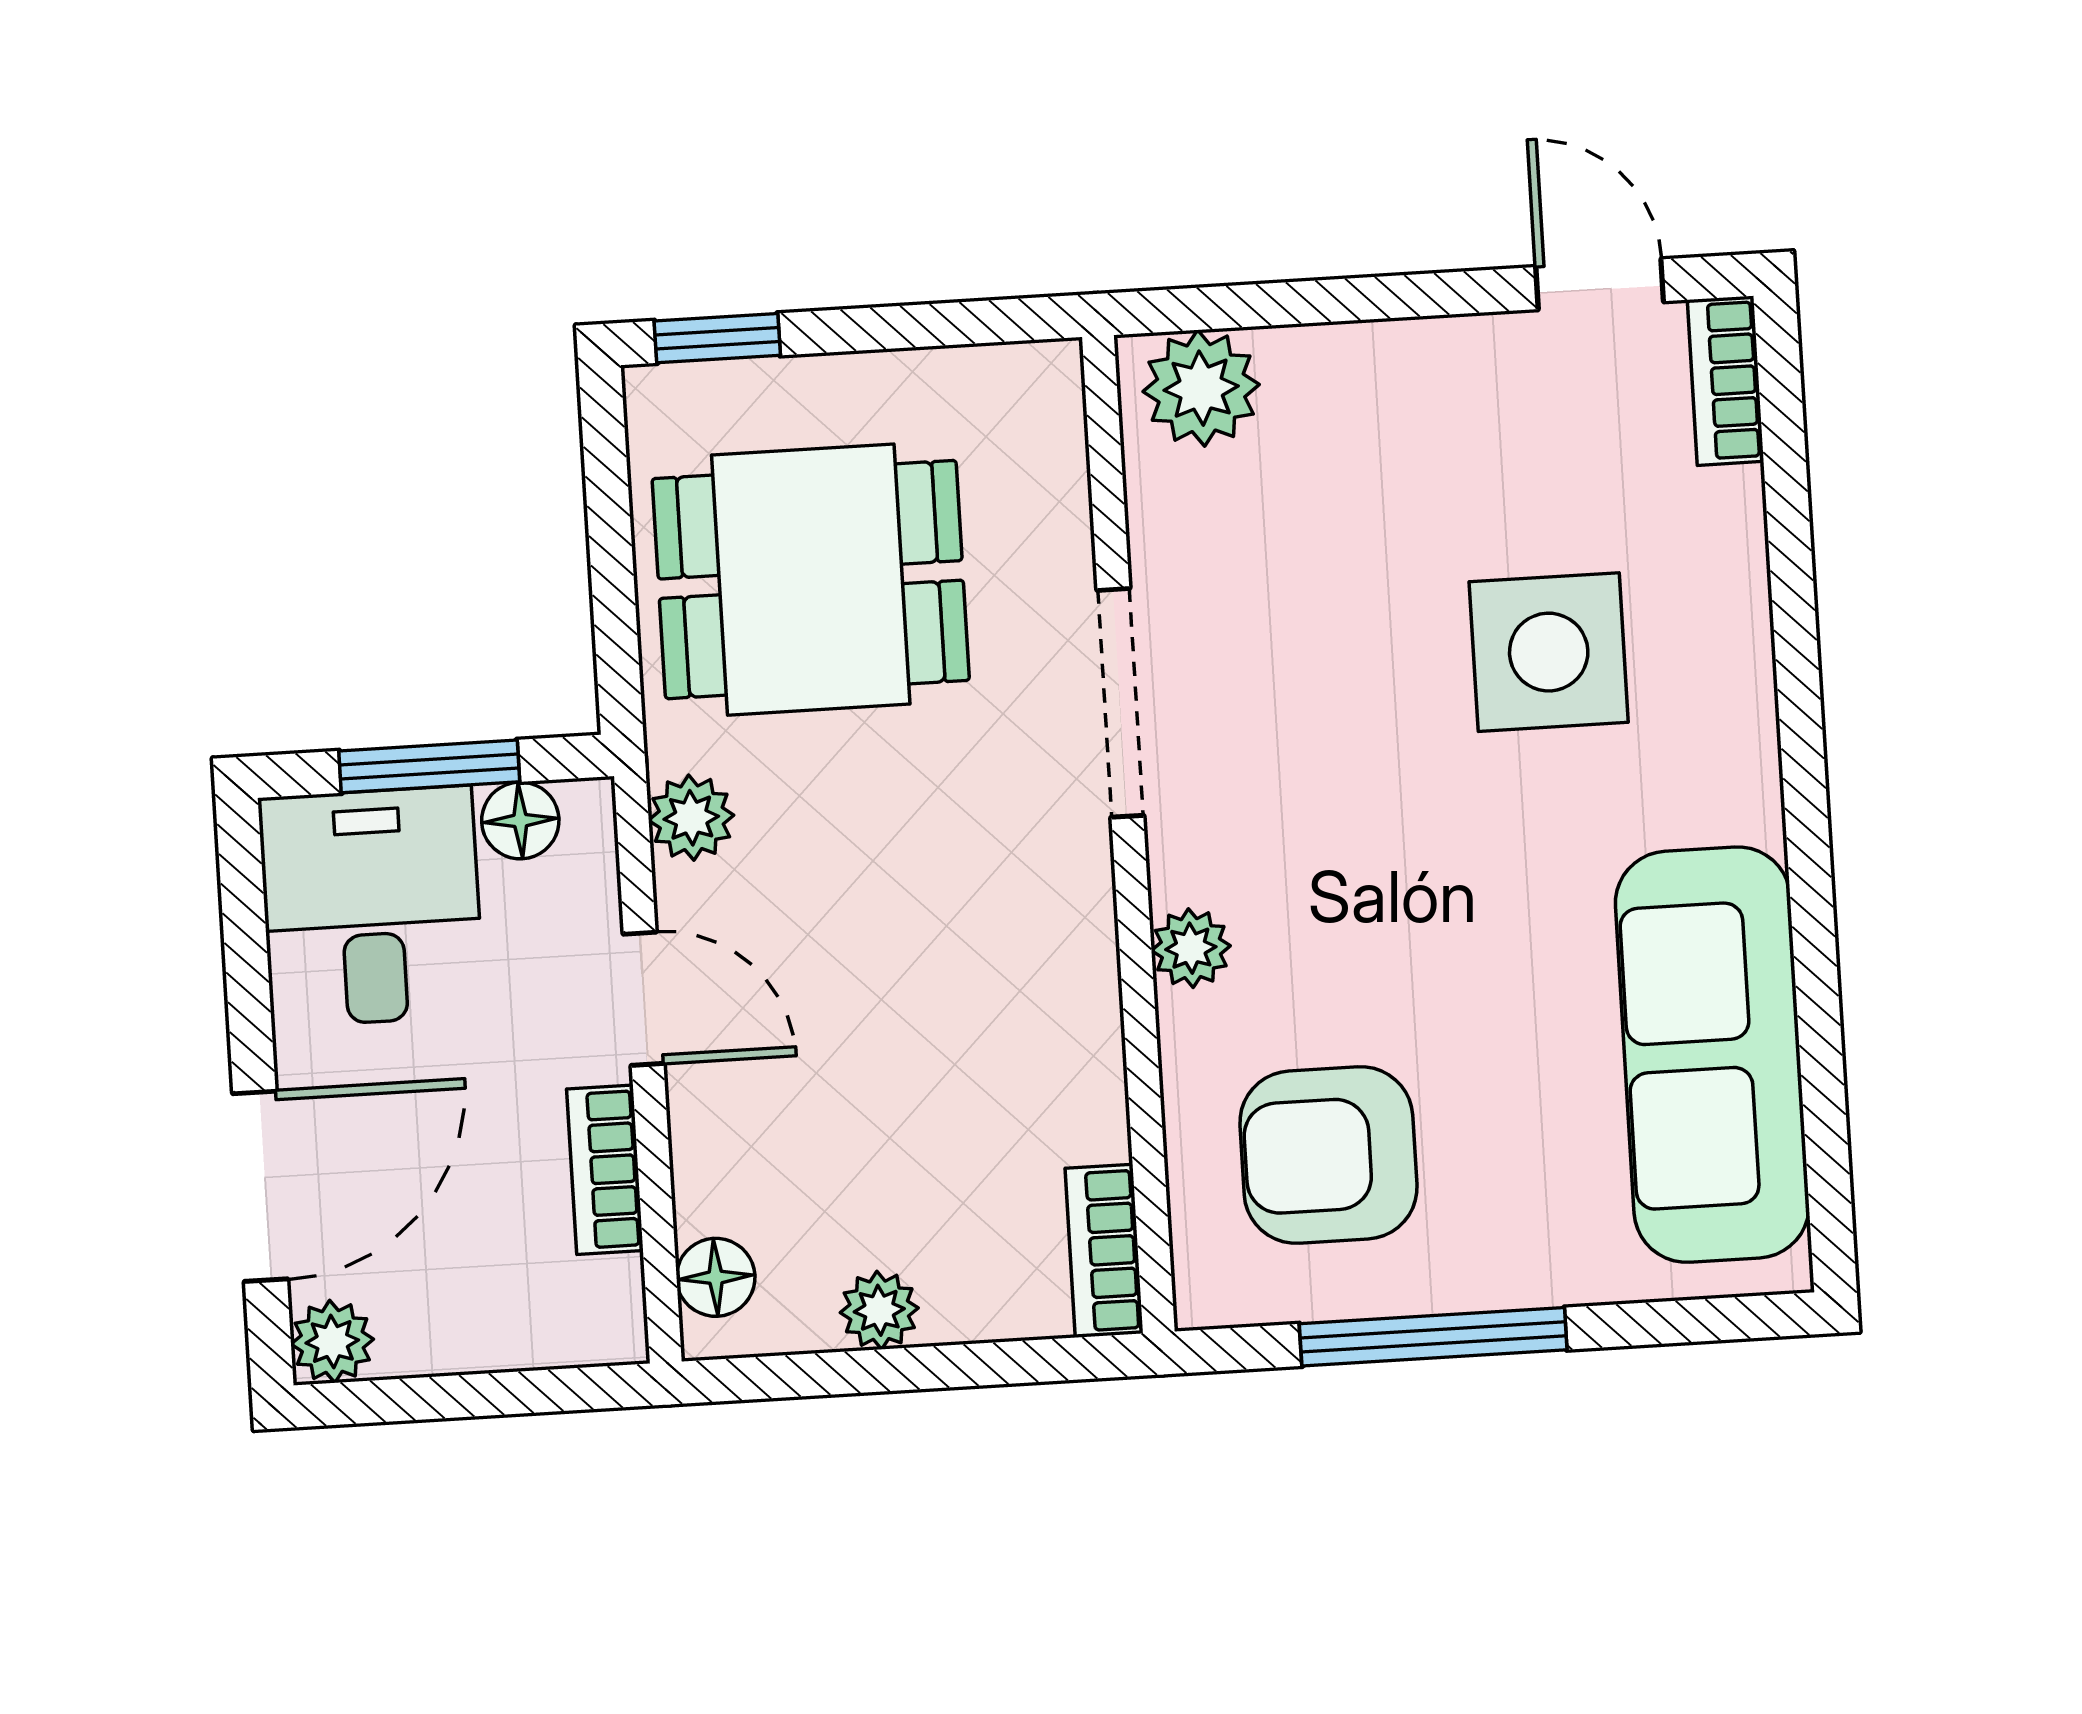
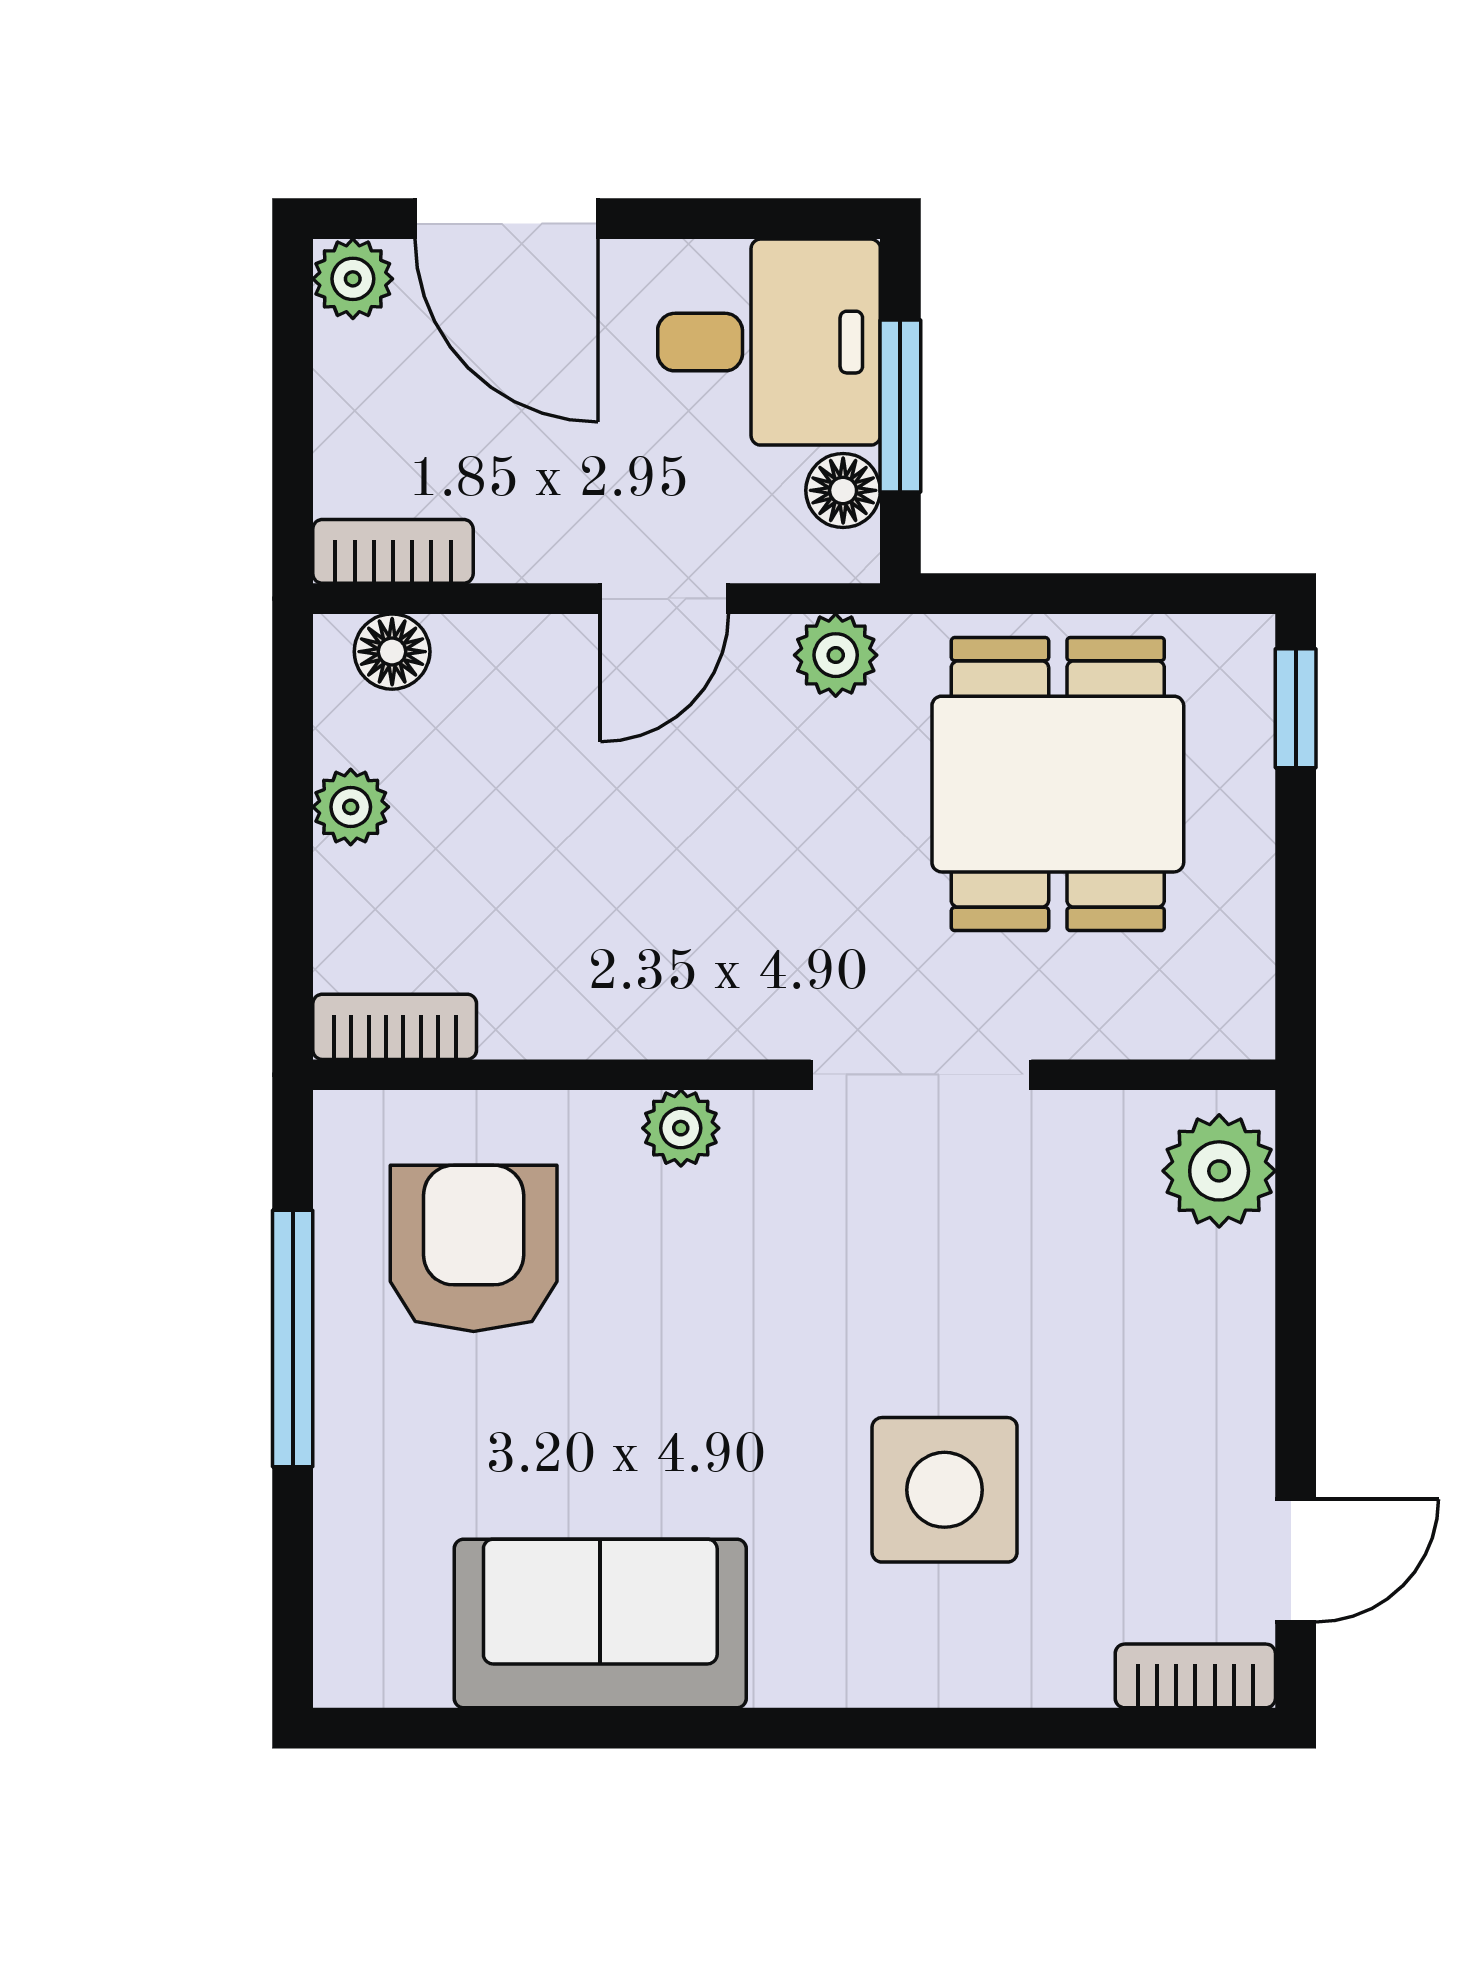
sofa: (1712, 1055) -> (600, 1624), width x0.73
bookcase: (605, 1170) -> (393, 551), moved

